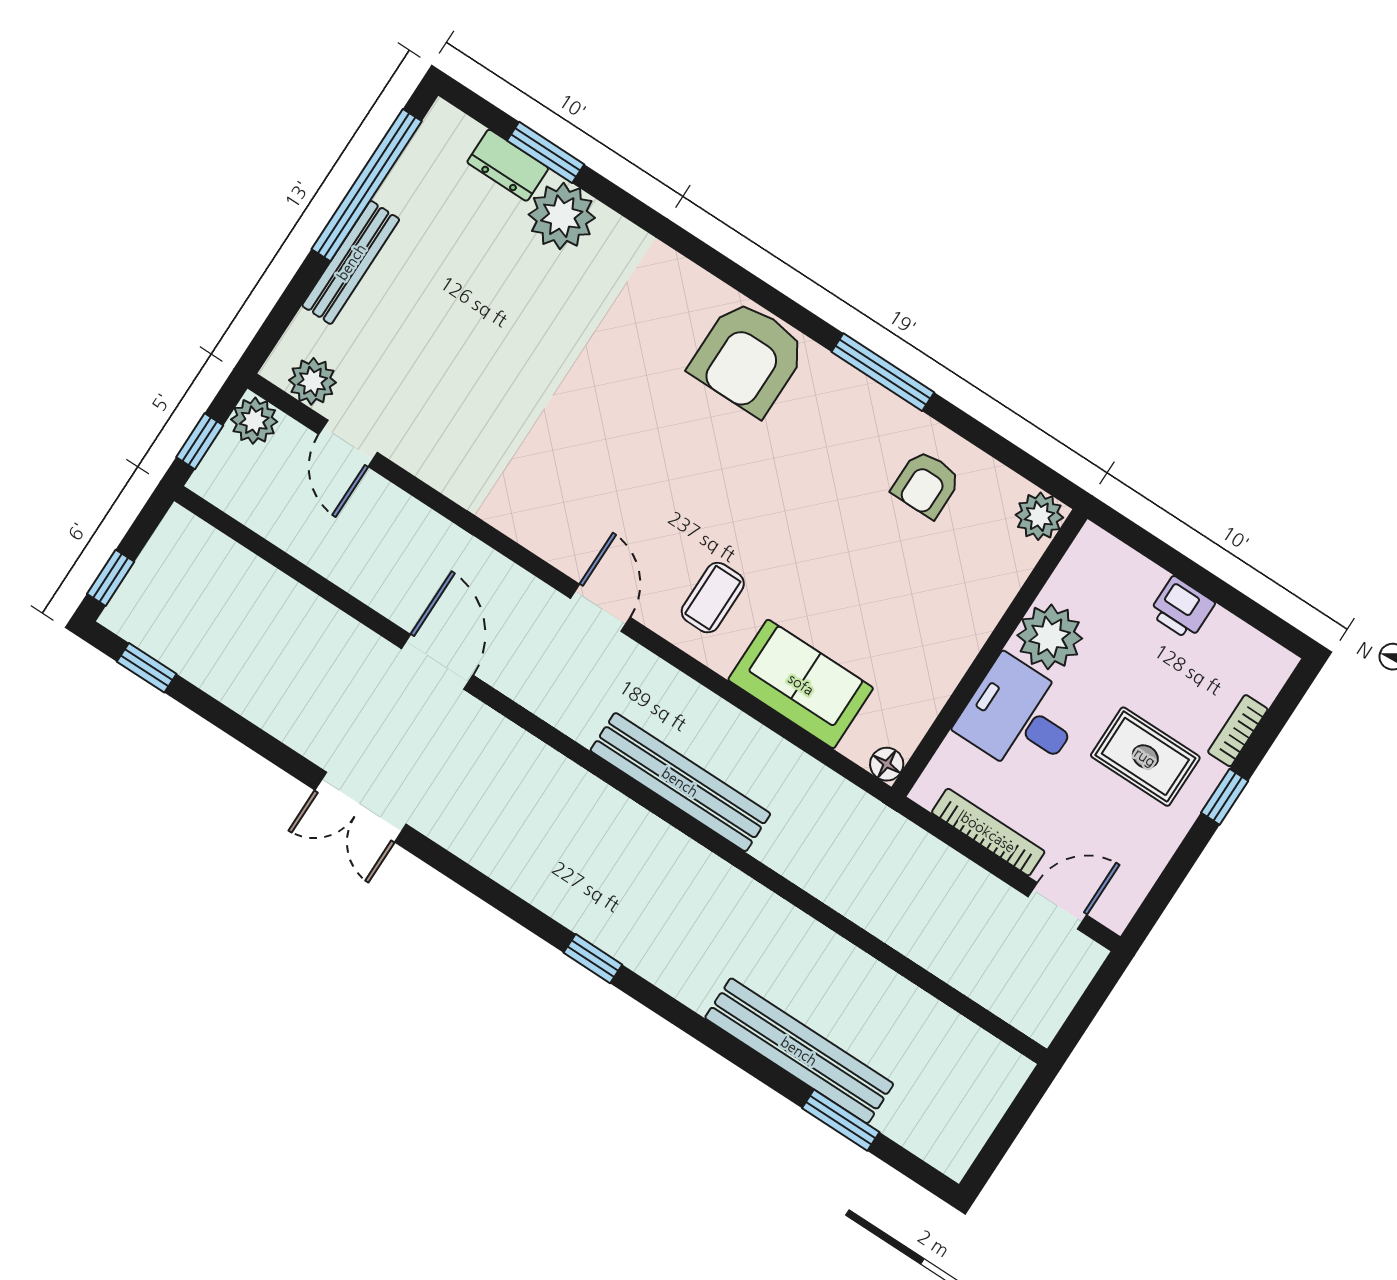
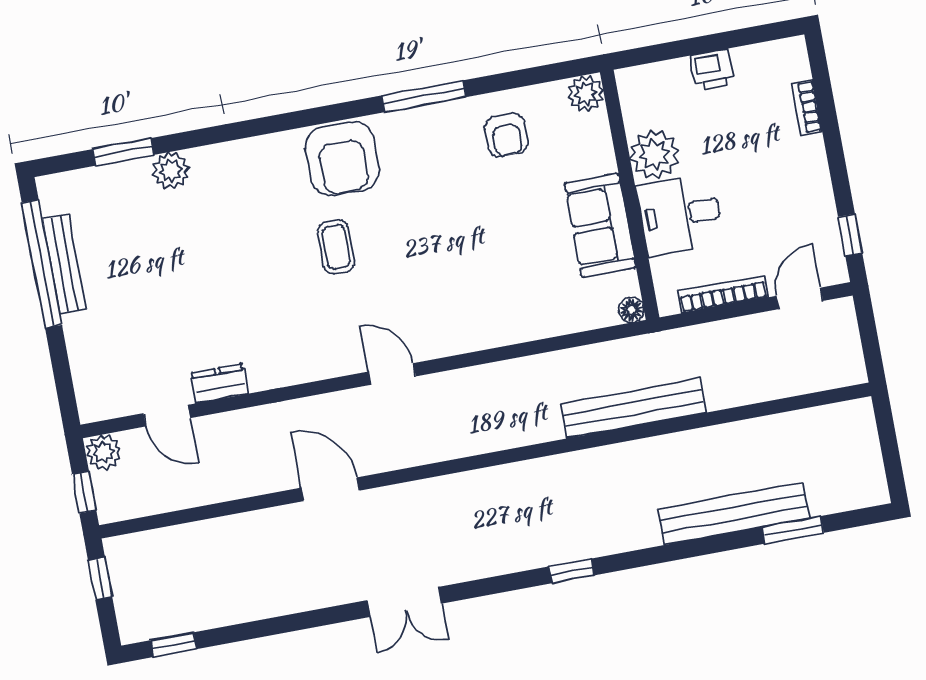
dresser: (508, 165) -> (219, 383), moved, turned 180
plant: (562, 216) -> (171, 171), width x0.73, depth x0.73
bench: (351, 262) -> (64, 264), moved
plant: (312, 381) -> (115, 400), removed
window: (111, 578) -> (100, 579), moved
coffee table: (713, 598) -> (336, 247), moved
sofa: (801, 684) -> (600, 225), moved, turned -90
rug: (1145, 757) -> (770, 170), removed
bench: (680, 782) -> (633, 408), moved
window: (1225, 797) -> (850, 235), moved
double door: (361, 807) -> (404, 602), moved

